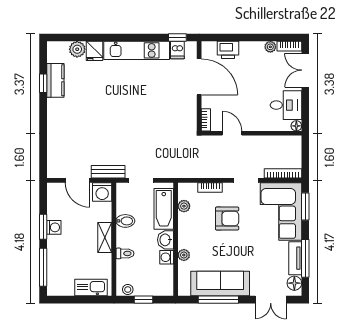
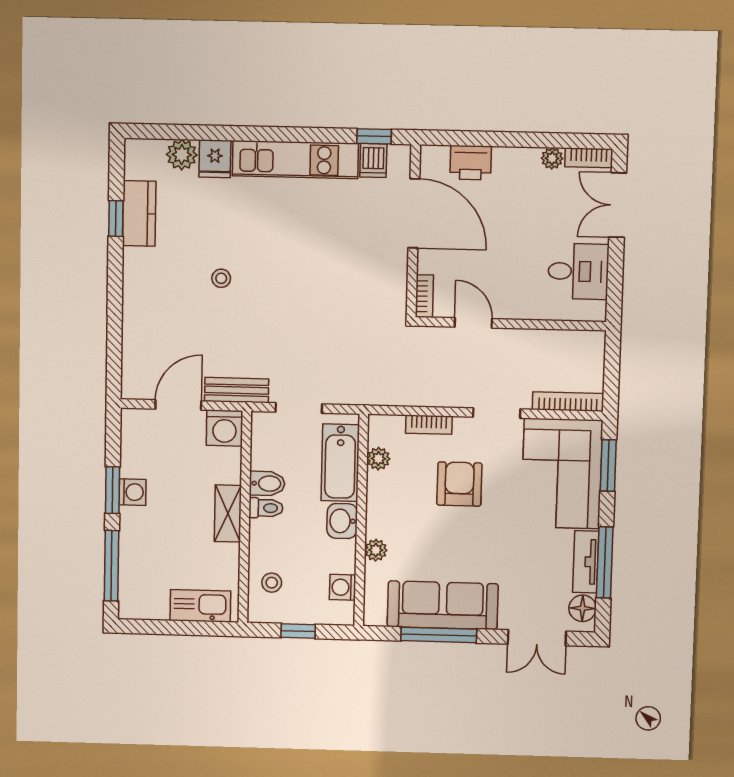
stool: (99, 113) -> (221, 278), added
floor lamp: (296, 126) -> (597, 312), removed
door: (77, 180) -> (178, 405), swing flipped
armchair: (227, 219) -> (459, 484), turned -90
toilet: (125, 253) -> (266, 508), moved
washing machine: (167, 257) -> (343, 587), moved
stool: (128, 290) -> (272, 583), moved

